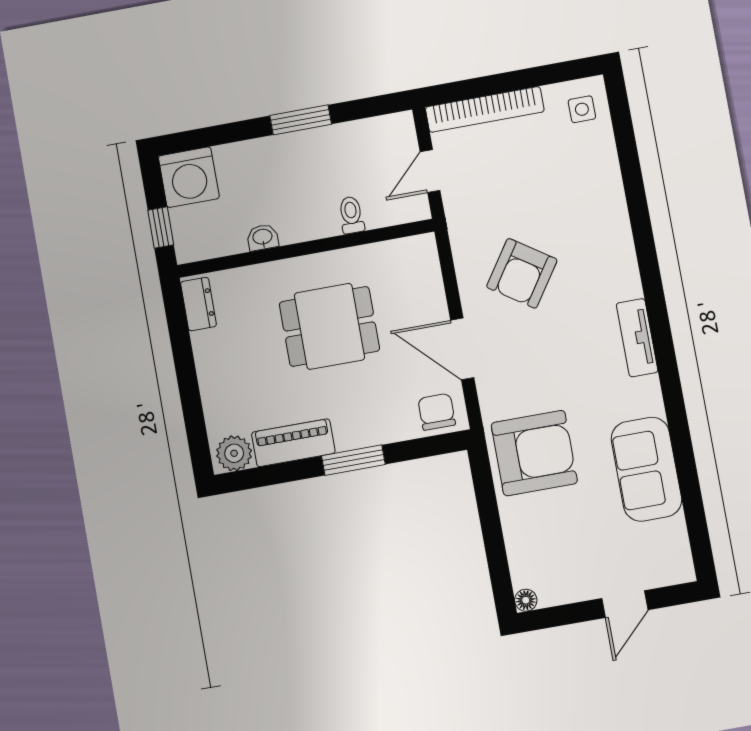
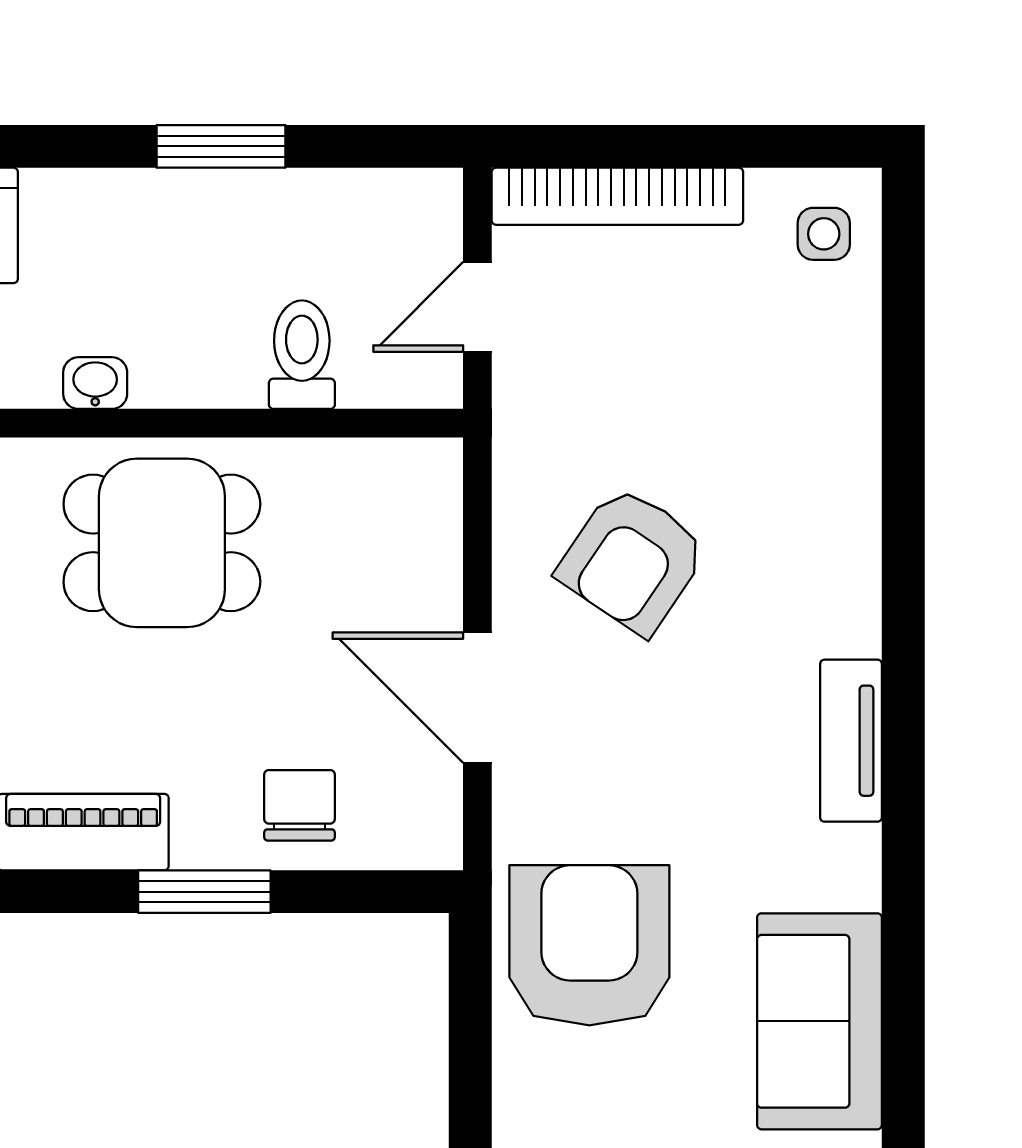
toilet: (351, 215) -> (302, 355), width x1.37, depth x1.39
dining table: (329, 326) -> (162, 543), moved
chair: (437, 412) -> (300, 805), moved
armchair: (534, 453) -> (589, 945), turned -90

